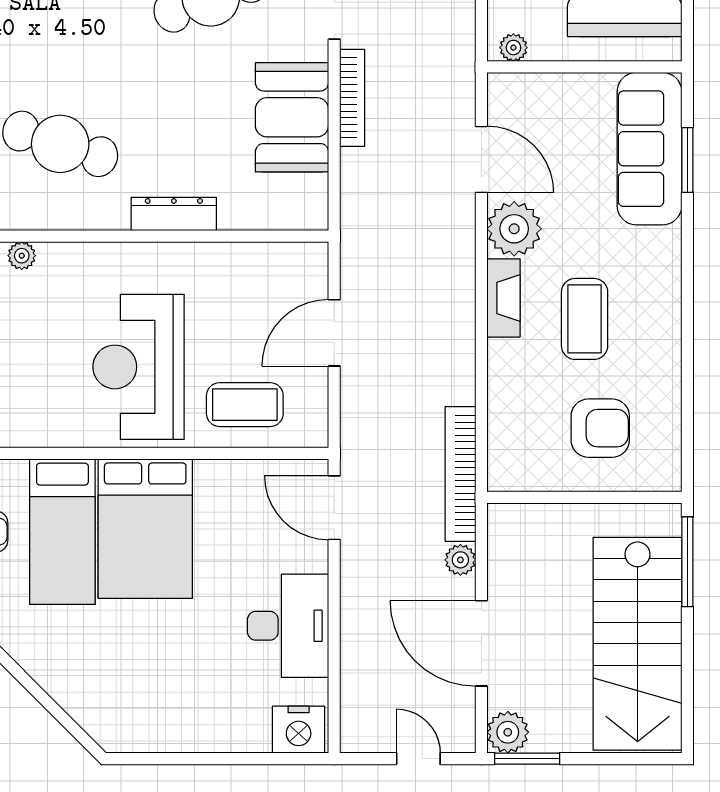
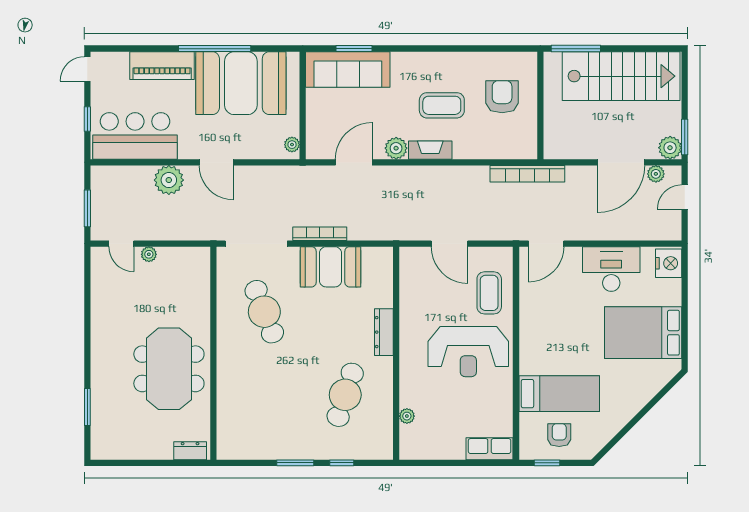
plant: (514, 229) -> (396, 148), width x0.73, depth x0.73
bed: (145, 529) -> (643, 333), moved, turned 180
plant: (460, 560) -> (656, 174), moved

